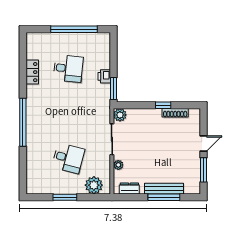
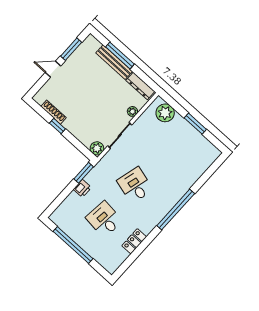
desk: (68, 158) -> (135, 185), moved
dresser: (129, 189) -> (140, 86), width x1.44

